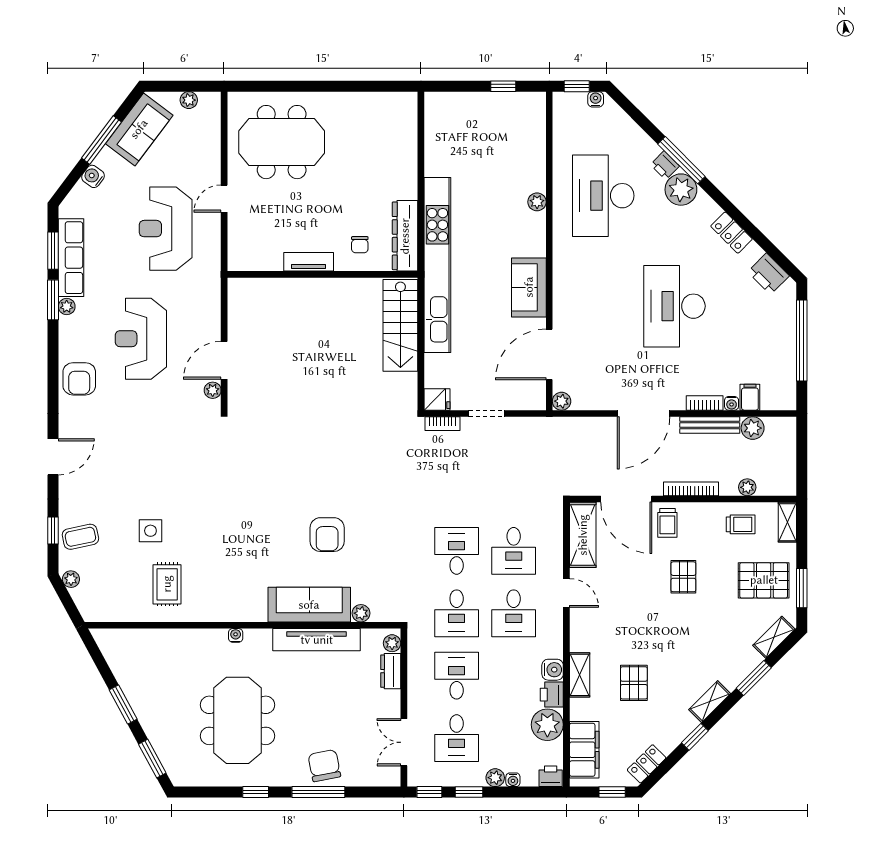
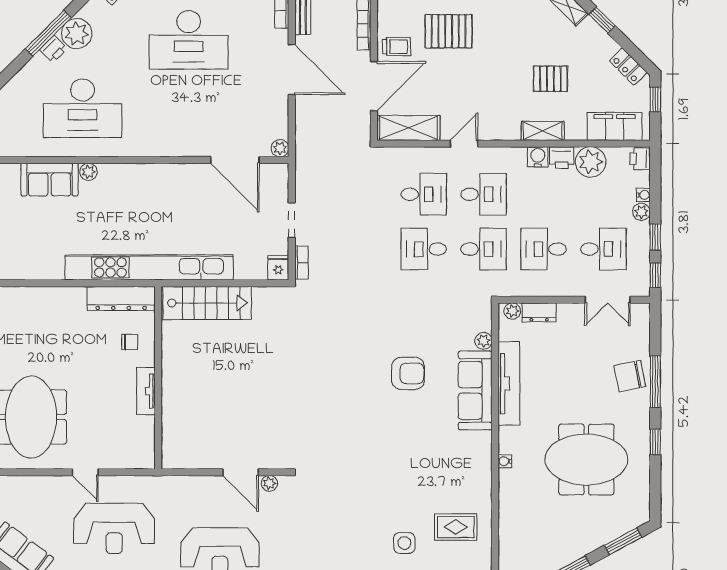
sofa: (529, 287) -> (50, 180), moved
pallet: (683, 577) -> (449, 31), width x1.50, depth x1.42

